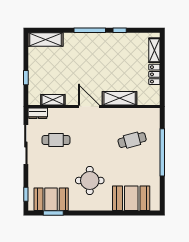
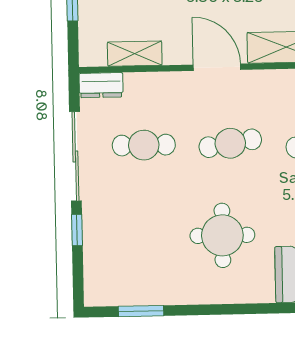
cafe table: (94, 140) -> (230, 143), added
window: (26, 194) -> (77, 230), moved
booth: (51, 199) -> (135, 280), removed

